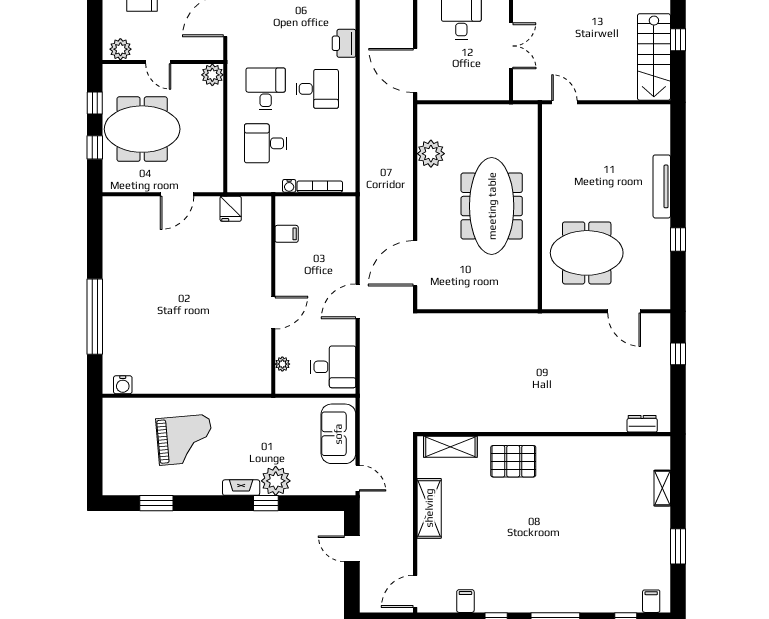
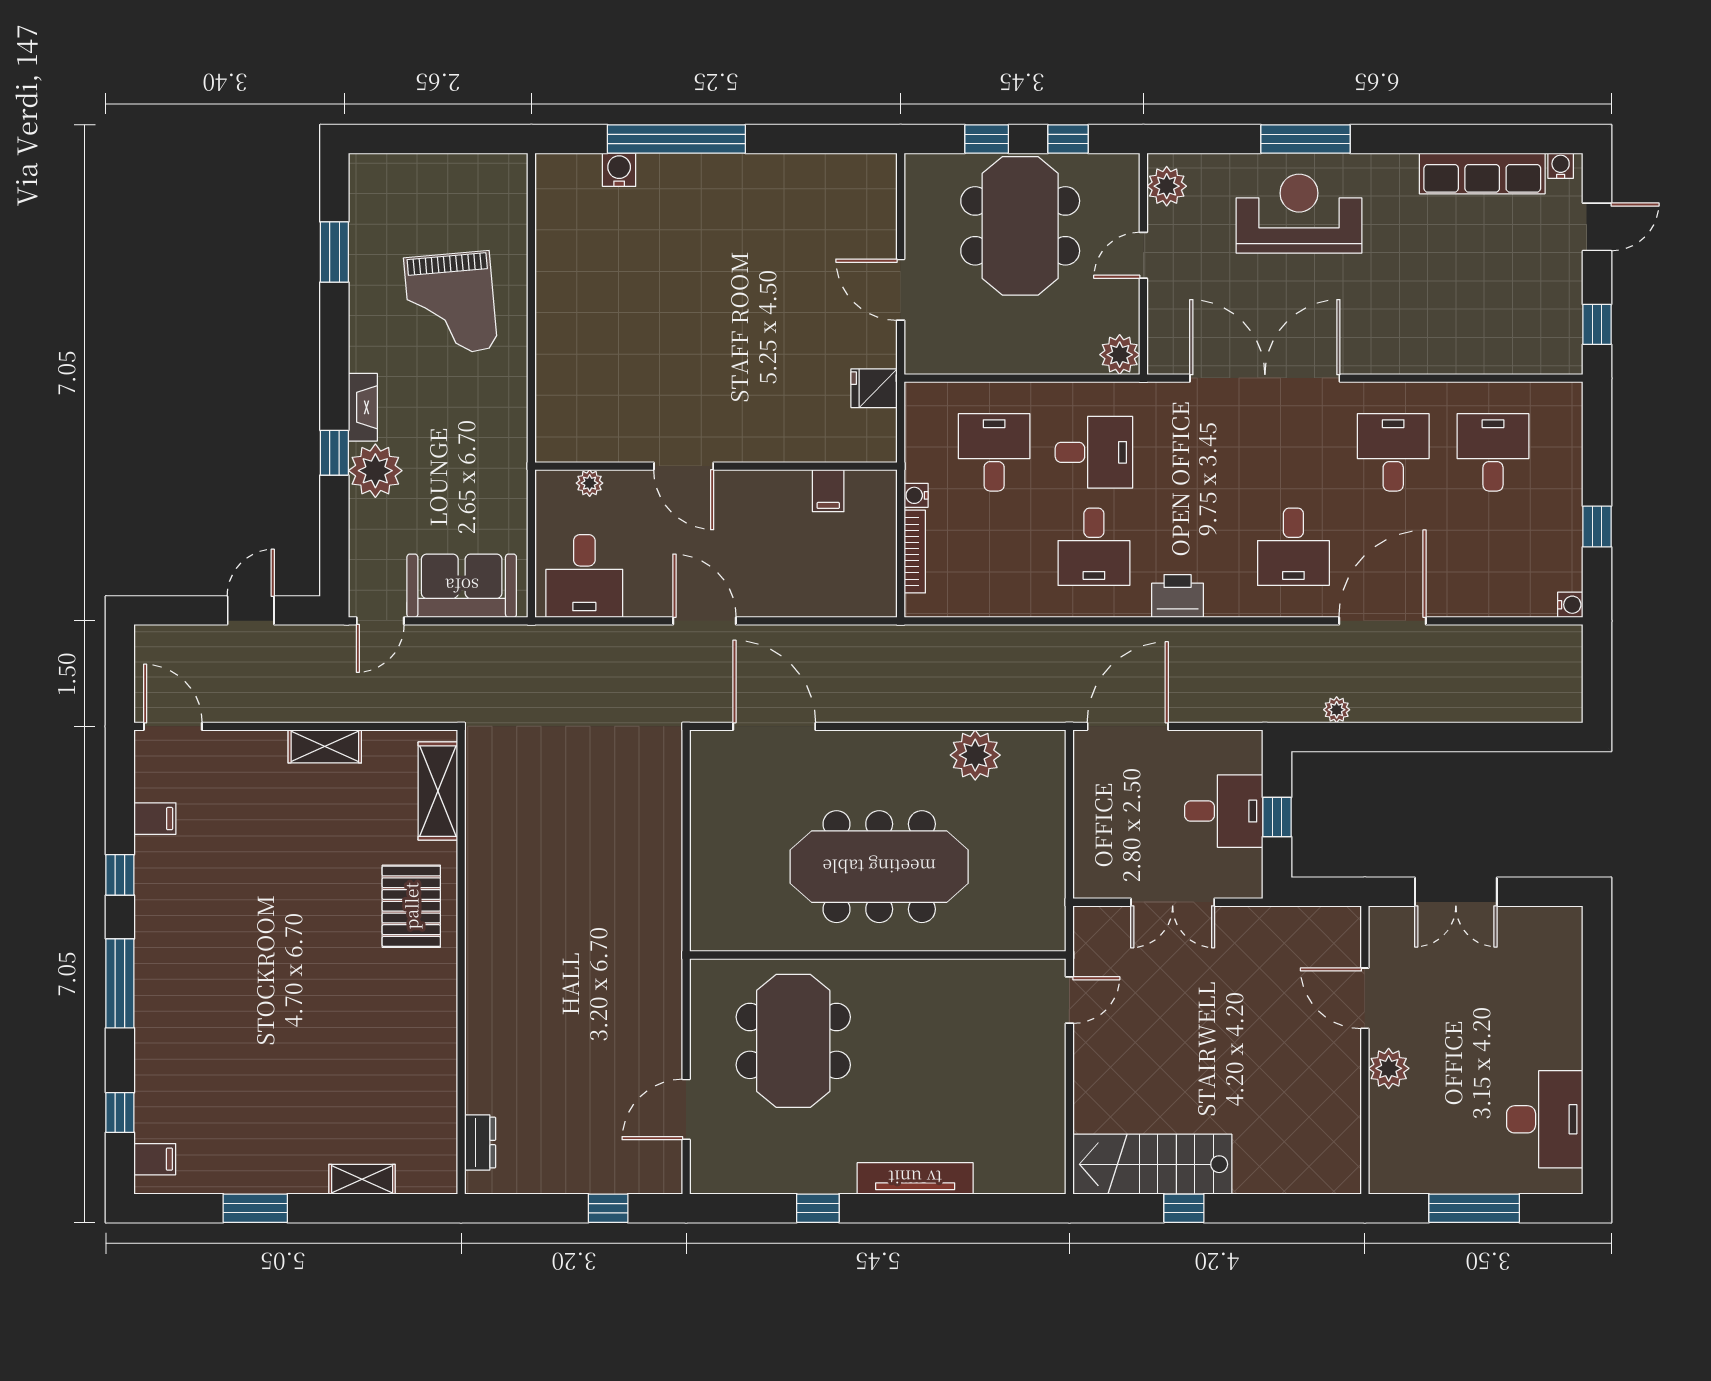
water cooler: (123, 385) -> (619, 170), moved, turned 90
shelving: (429, 508) -> (325, 746), width x0.67, depth x0.75

